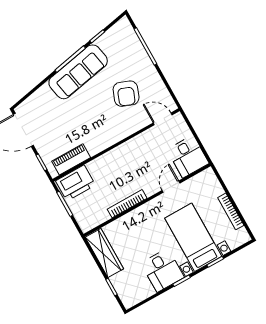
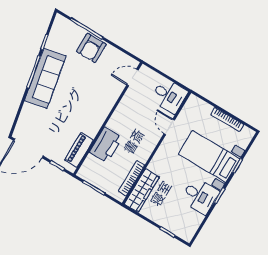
armchair: (126, 94) -> (91, 48), moved, turned 69
printer: (76, 183) -> (106, 145), moved
bookcase: (127, 204) -> (131, 178), moved
wardrobe: (104, 253) -> (142, 191), moved, turned 90

